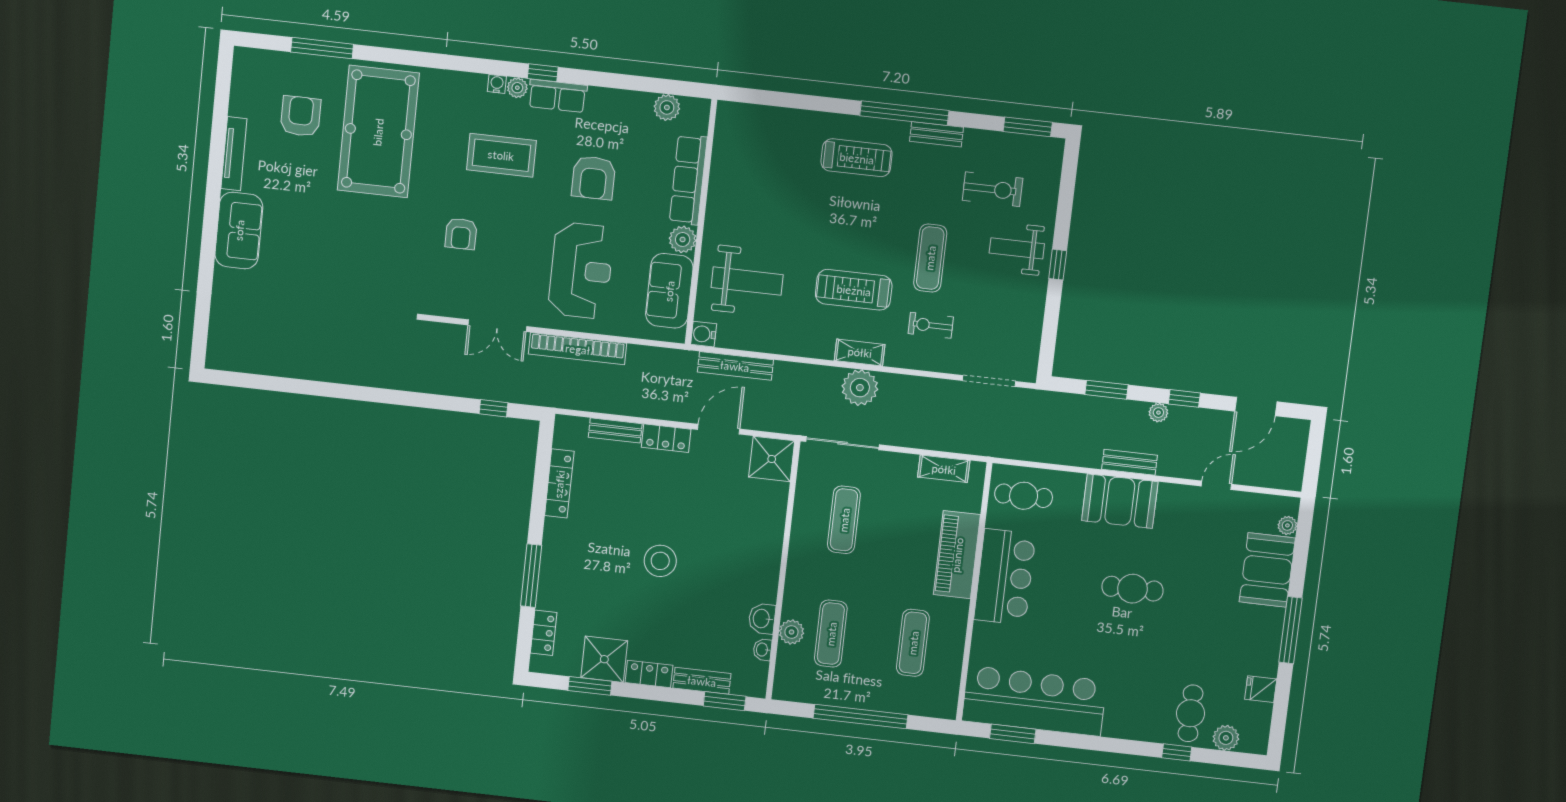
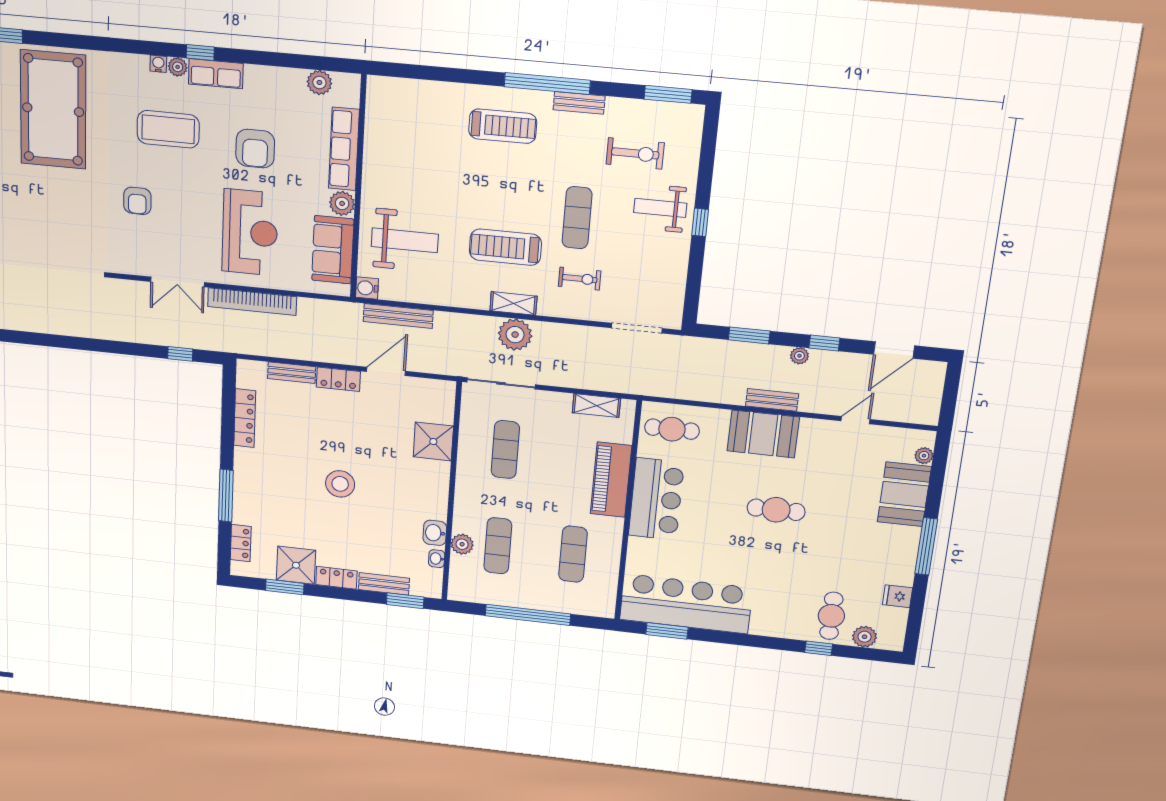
exercise bike: (931, 325) -> (580, 279), turned 180
shower: (772, 459) -> (433, 442), moved

